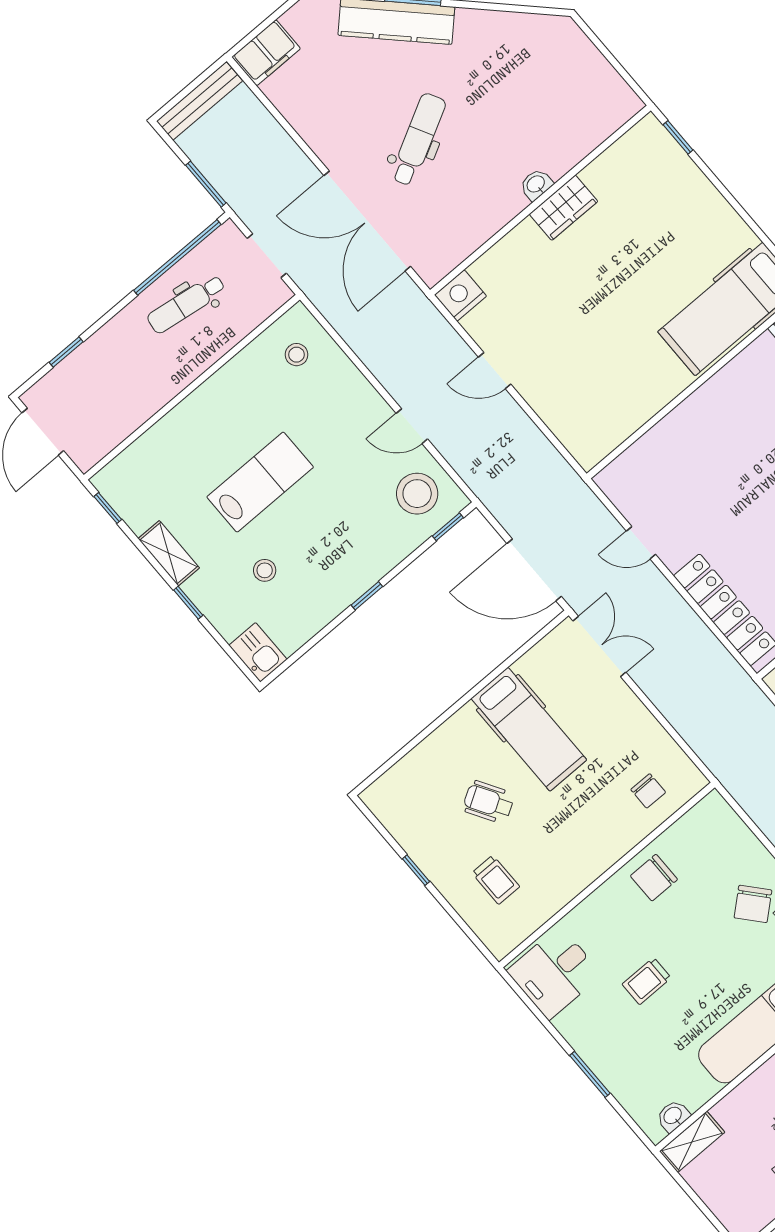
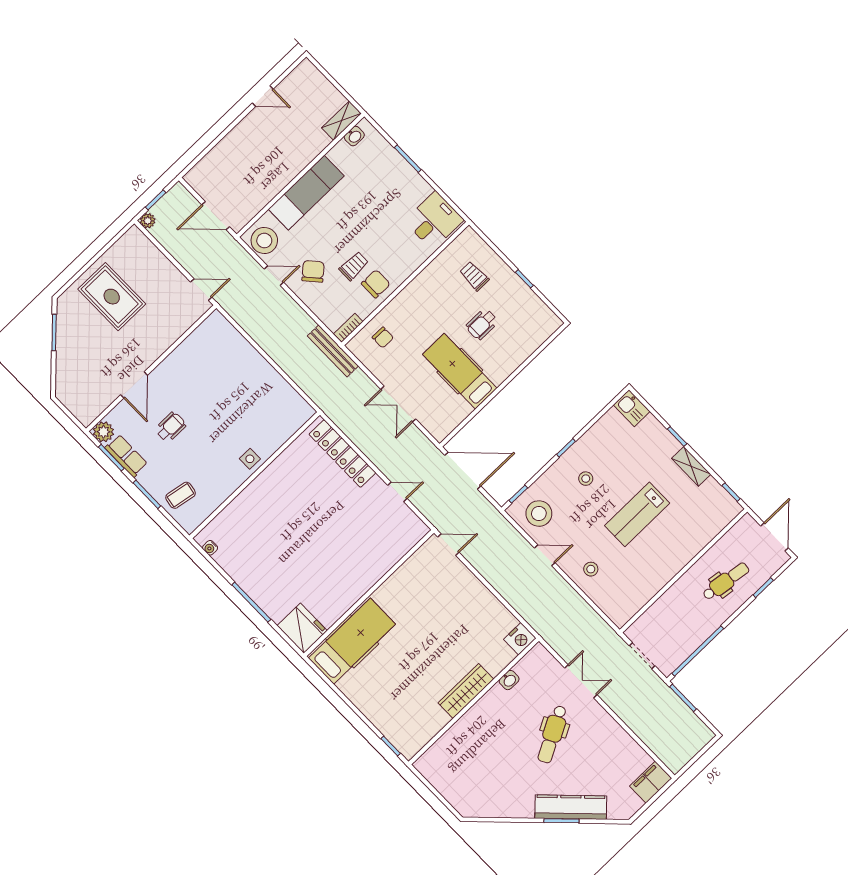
bench: (199, 101) -> (333, 351), moved, turned 90
washbasin: (536, 184) -> (509, 680), moved
wardrobe: (564, 208) -> (466, 691), width x1.50
double door: (367, 221) -> (581, 681), width x0.54
dental chair: (186, 304) -> (726, 581), moved
stool: (297, 355) -> (591, 569), moved
door: (495, 371) -> (448, 545), moved
stool: (265, 570) -> (586, 479), moved
double door: (599, 647) -> (398, 404), moved
chair: (648, 791) -> (383, 338), turned 180
wheelchair: (489, 802) -> (482, 324), turned 121
bookcase: (703, 810) -> (348, 328), added
trolley: (647, 981) -> (354, 266), moved

